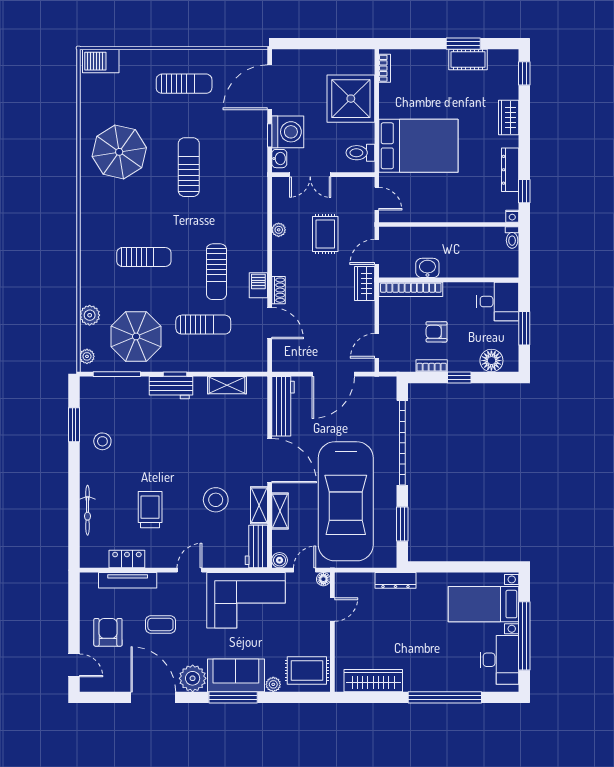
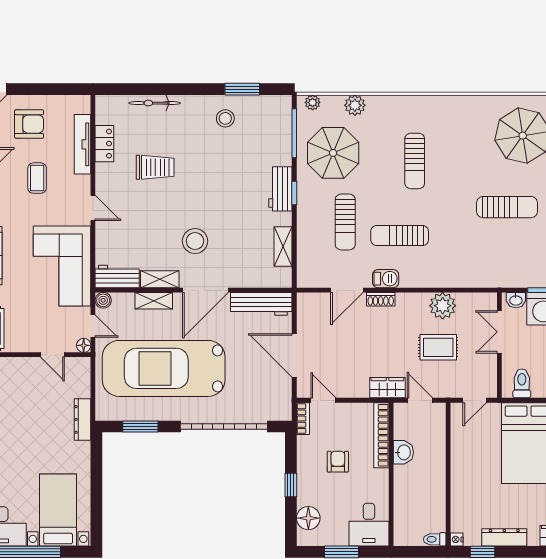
plant: (279, 230) -> (443, 306), width x1.88, depth x1.88
bookcase: (432, 366) -> (303, 419), moved
stool: (216, 500) -> (195, 241), moved

